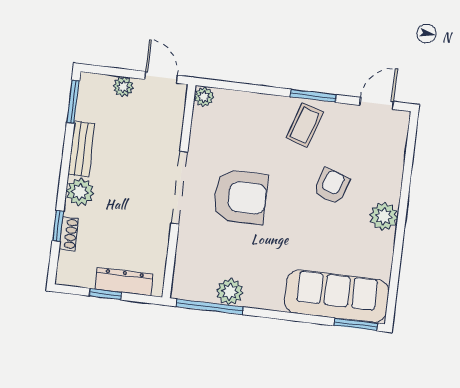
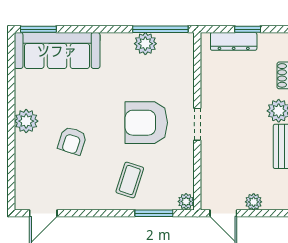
window: (313, 96) -> (154, 213), moved
coffee table: (305, 125) -> (130, 180), moved
doorway: (179, 188) -> (197, 124), width x0.53

